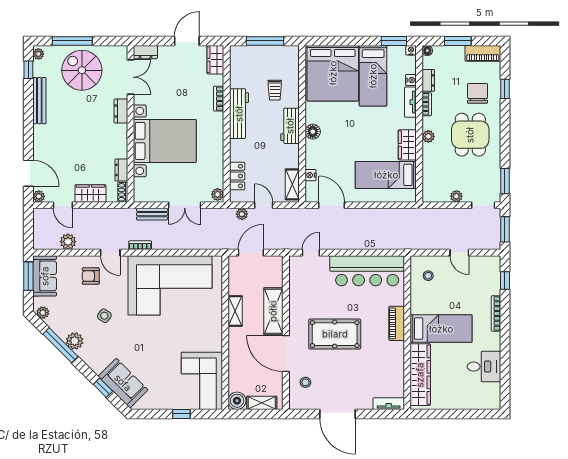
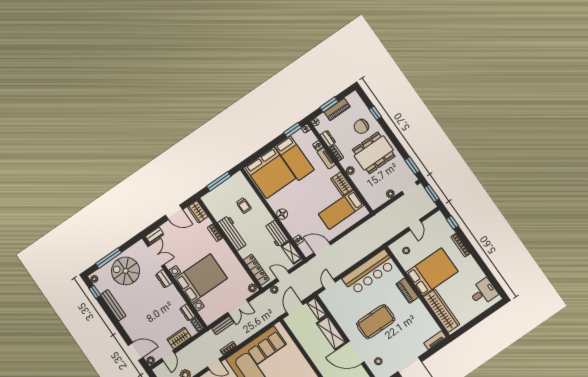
door: (187, 41) -> (174, 212), swing flipped
piano: (483, 53) -> (337, 109), moved
chair: (478, 93) -> (361, 126), turned -90
workbench: (290, 126) -> (276, 234), moved
dining table: (470, 135) -> (374, 153), width x1.38
locker: (237, 176) -> (256, 270), width x1.53
door: (63, 205) -> (168, 356), hinge flipped
door: (459, 253) -> (415, 225), hinge flipped
shelving: (235, 311) -> (317, 309), moved
bed: (441, 329) -> (432, 272), width x1.50
desk: (484, 367) -> (483, 292), moved

